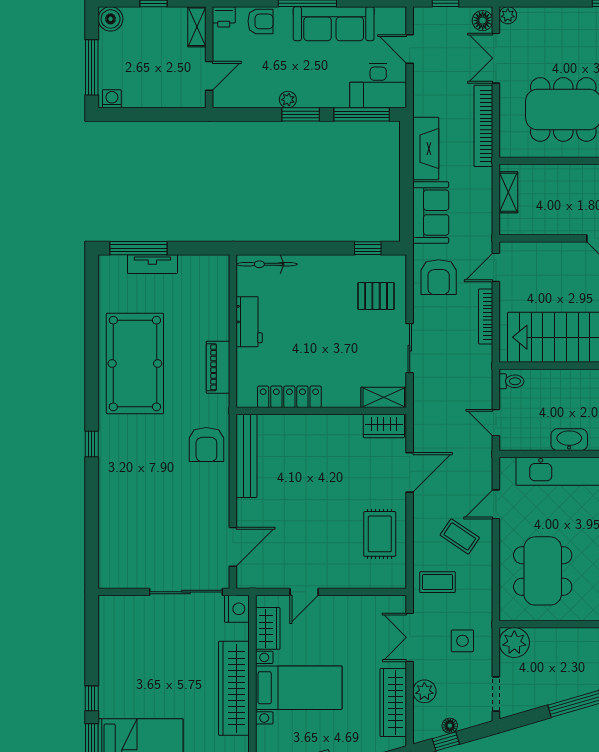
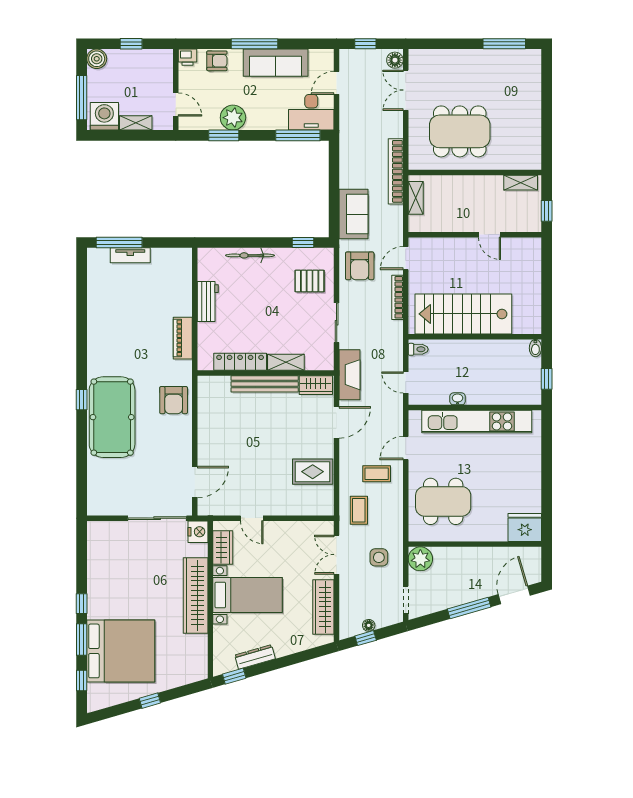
plant: (508, 15) -> (415, 56), removed
shelving: (197, 27) -> (136, 123), moved, turned 90
door: (410, 49) -> (337, 83), hinge flipped
door: (209, 76) -> (176, 104), hinge flipped
washing machine: (112, 99) -> (104, 116), width x1.89, depth x1.89
plant: (288, 100) -> (233, 118), width x1.88, depth x1.88
window: (301, 114) -> (224, 135), moved
bookcase: (483, 126) -> (396, 171), moved
fireplace: (426, 149) -> (349, 375), moved
bicycle: (267, 264) -> (250, 255), moved
pool table: (135, 364) -> (112, 417), moved
shelving: (384, 397) -> (286, 362), moved
washbasin: (569, 440) -> (458, 399), width x0.52, depth x0.69
bench: (247, 456) -> (265, 384), moved, turned 90
rug: (380, 534) -> (313, 472), turned 90
coffee table: (460, 536) -> (377, 474), turned -34
dining table: (543, 571) -> (443, 501), turned 90
coffee table: (437, 582) -> (359, 510), turned 90
door: (304, 592) -> (252, 518), hinge flipped
plant: (424, 691) -> (348, 598), removed

